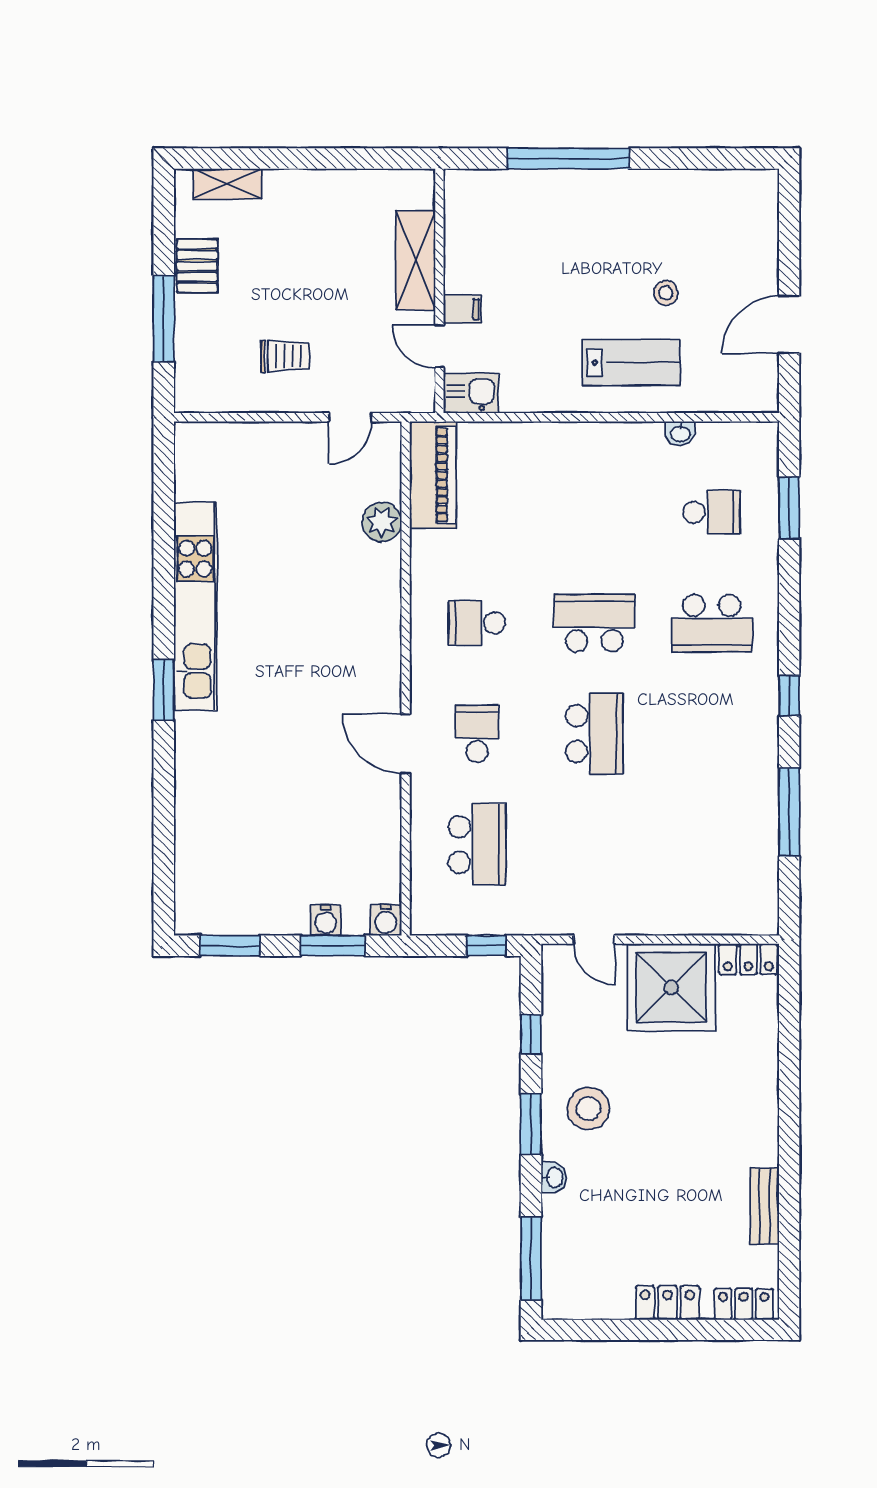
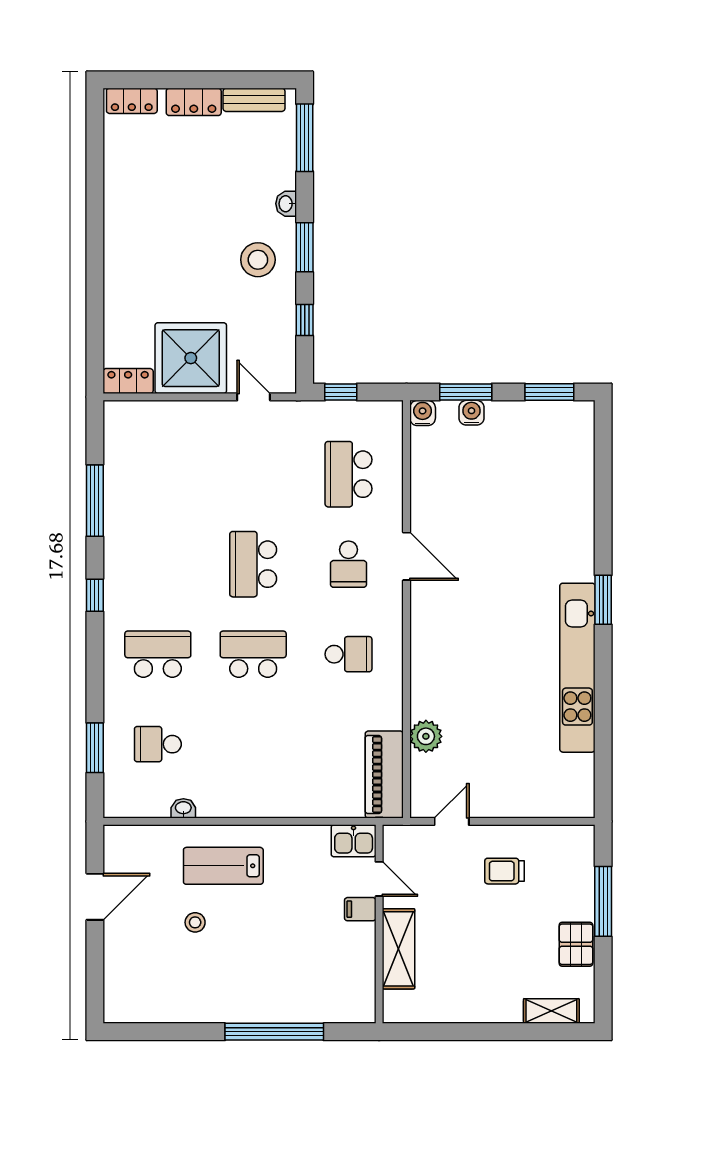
school desk: (594, 623) -> (253, 654), turned 180
bench: (765, 1206) -> (254, 100), moved, turned 90

